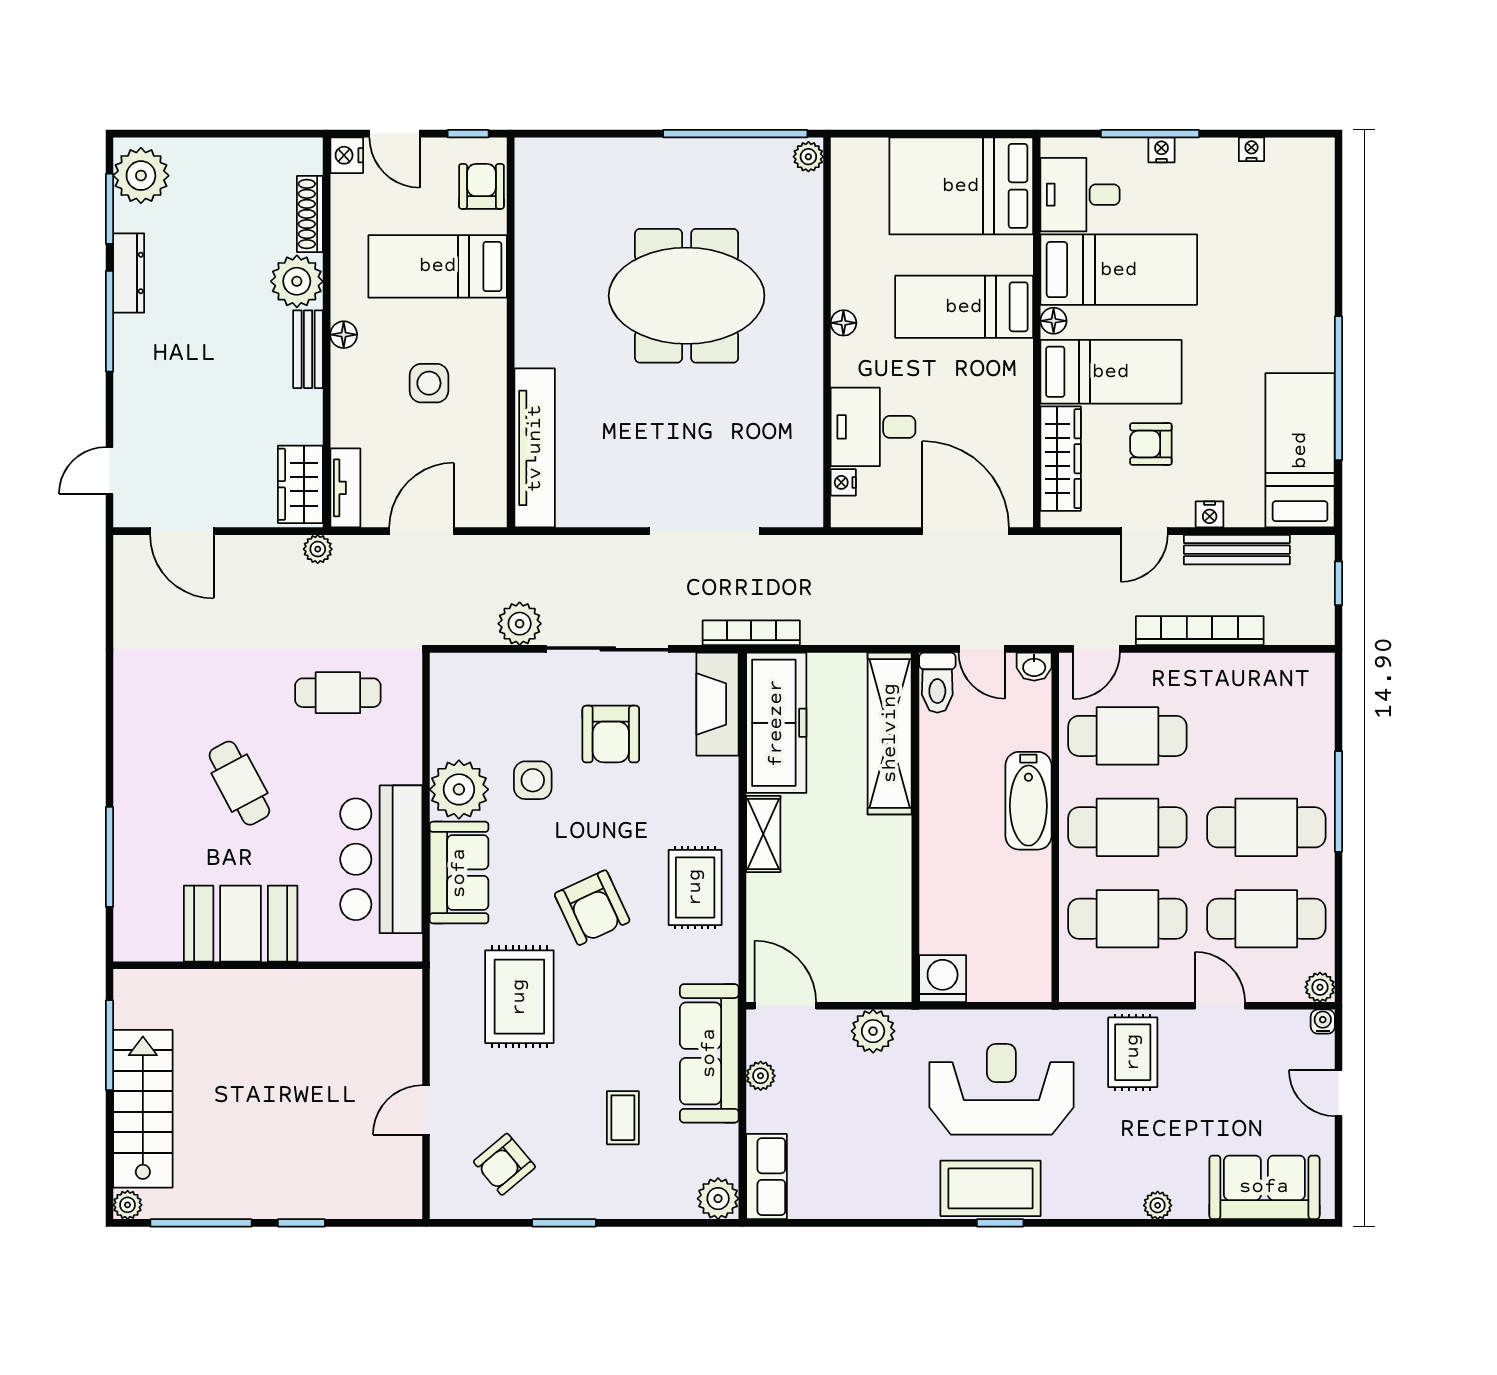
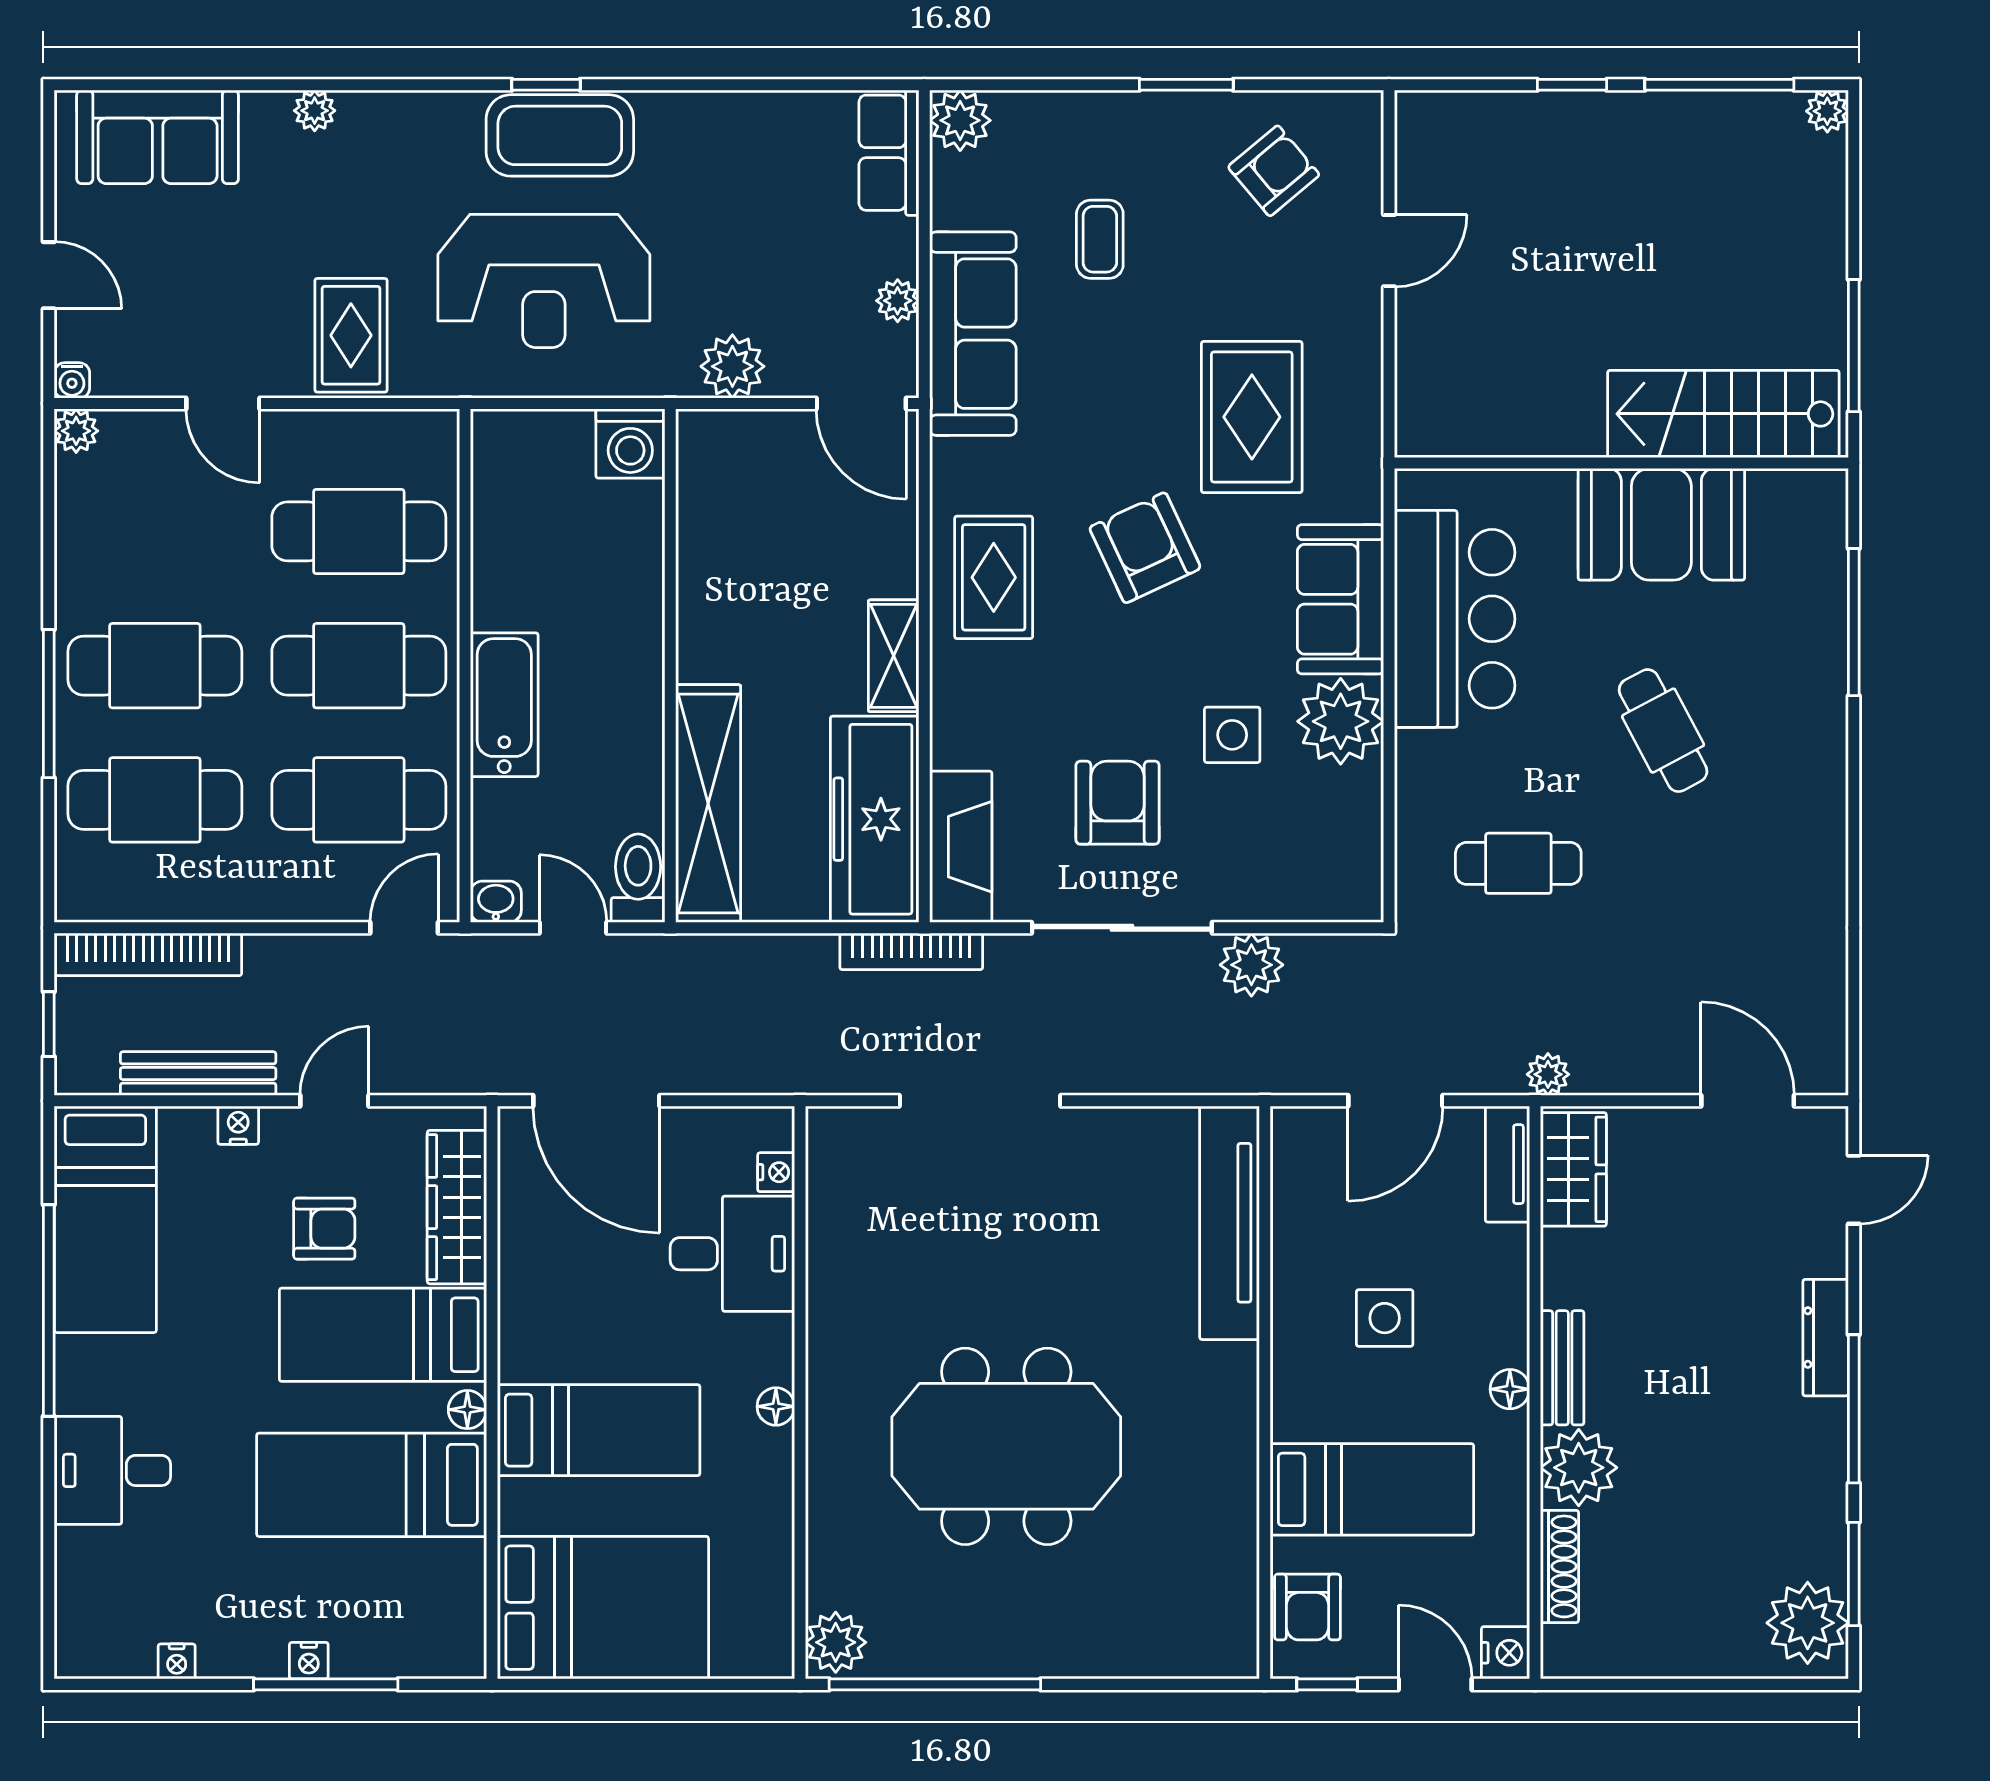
plant: (808, 157) -> (836, 1642), width x1.38, depth x1.38
desk: (1080, 195) -> (112, 1470), moved, turned 180
dresser: (129, 273) -> (1826, 1338), moved
bookcase: (1200, 631) -> (148, 954), moved
cafe table: (1266, 919) -> (155, 800), moved
stairs: (143, 1109) -> (1723, 414), moved, turned 90

